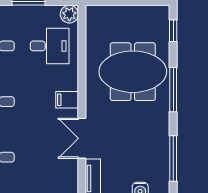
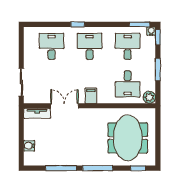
meeting table: (133, 72) -> (128, 138), moved
window: (173, 159) -> (61, 168), moved

